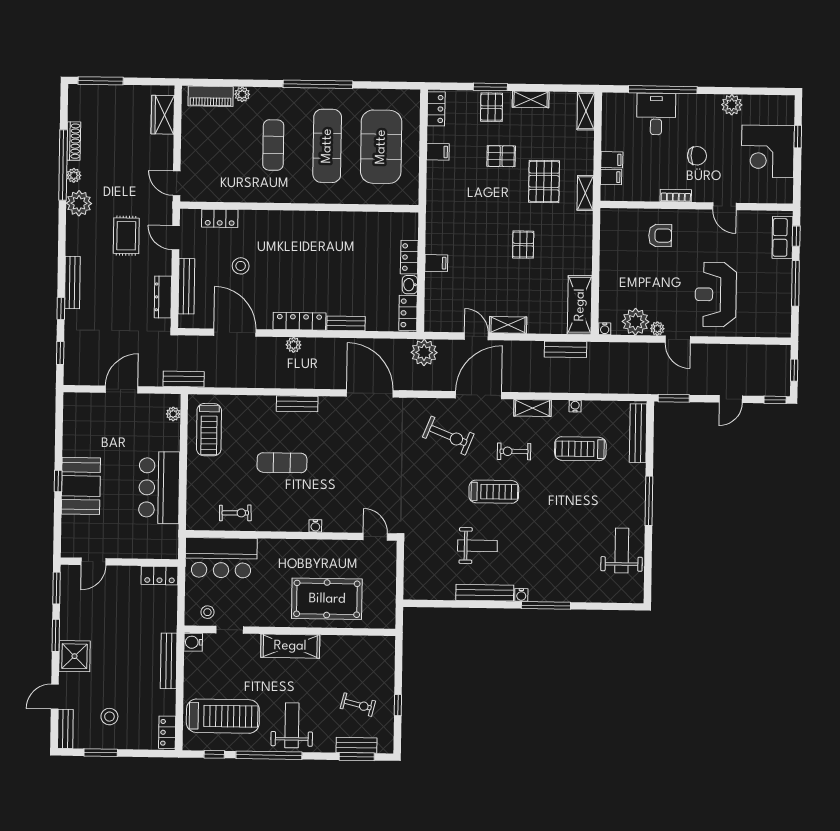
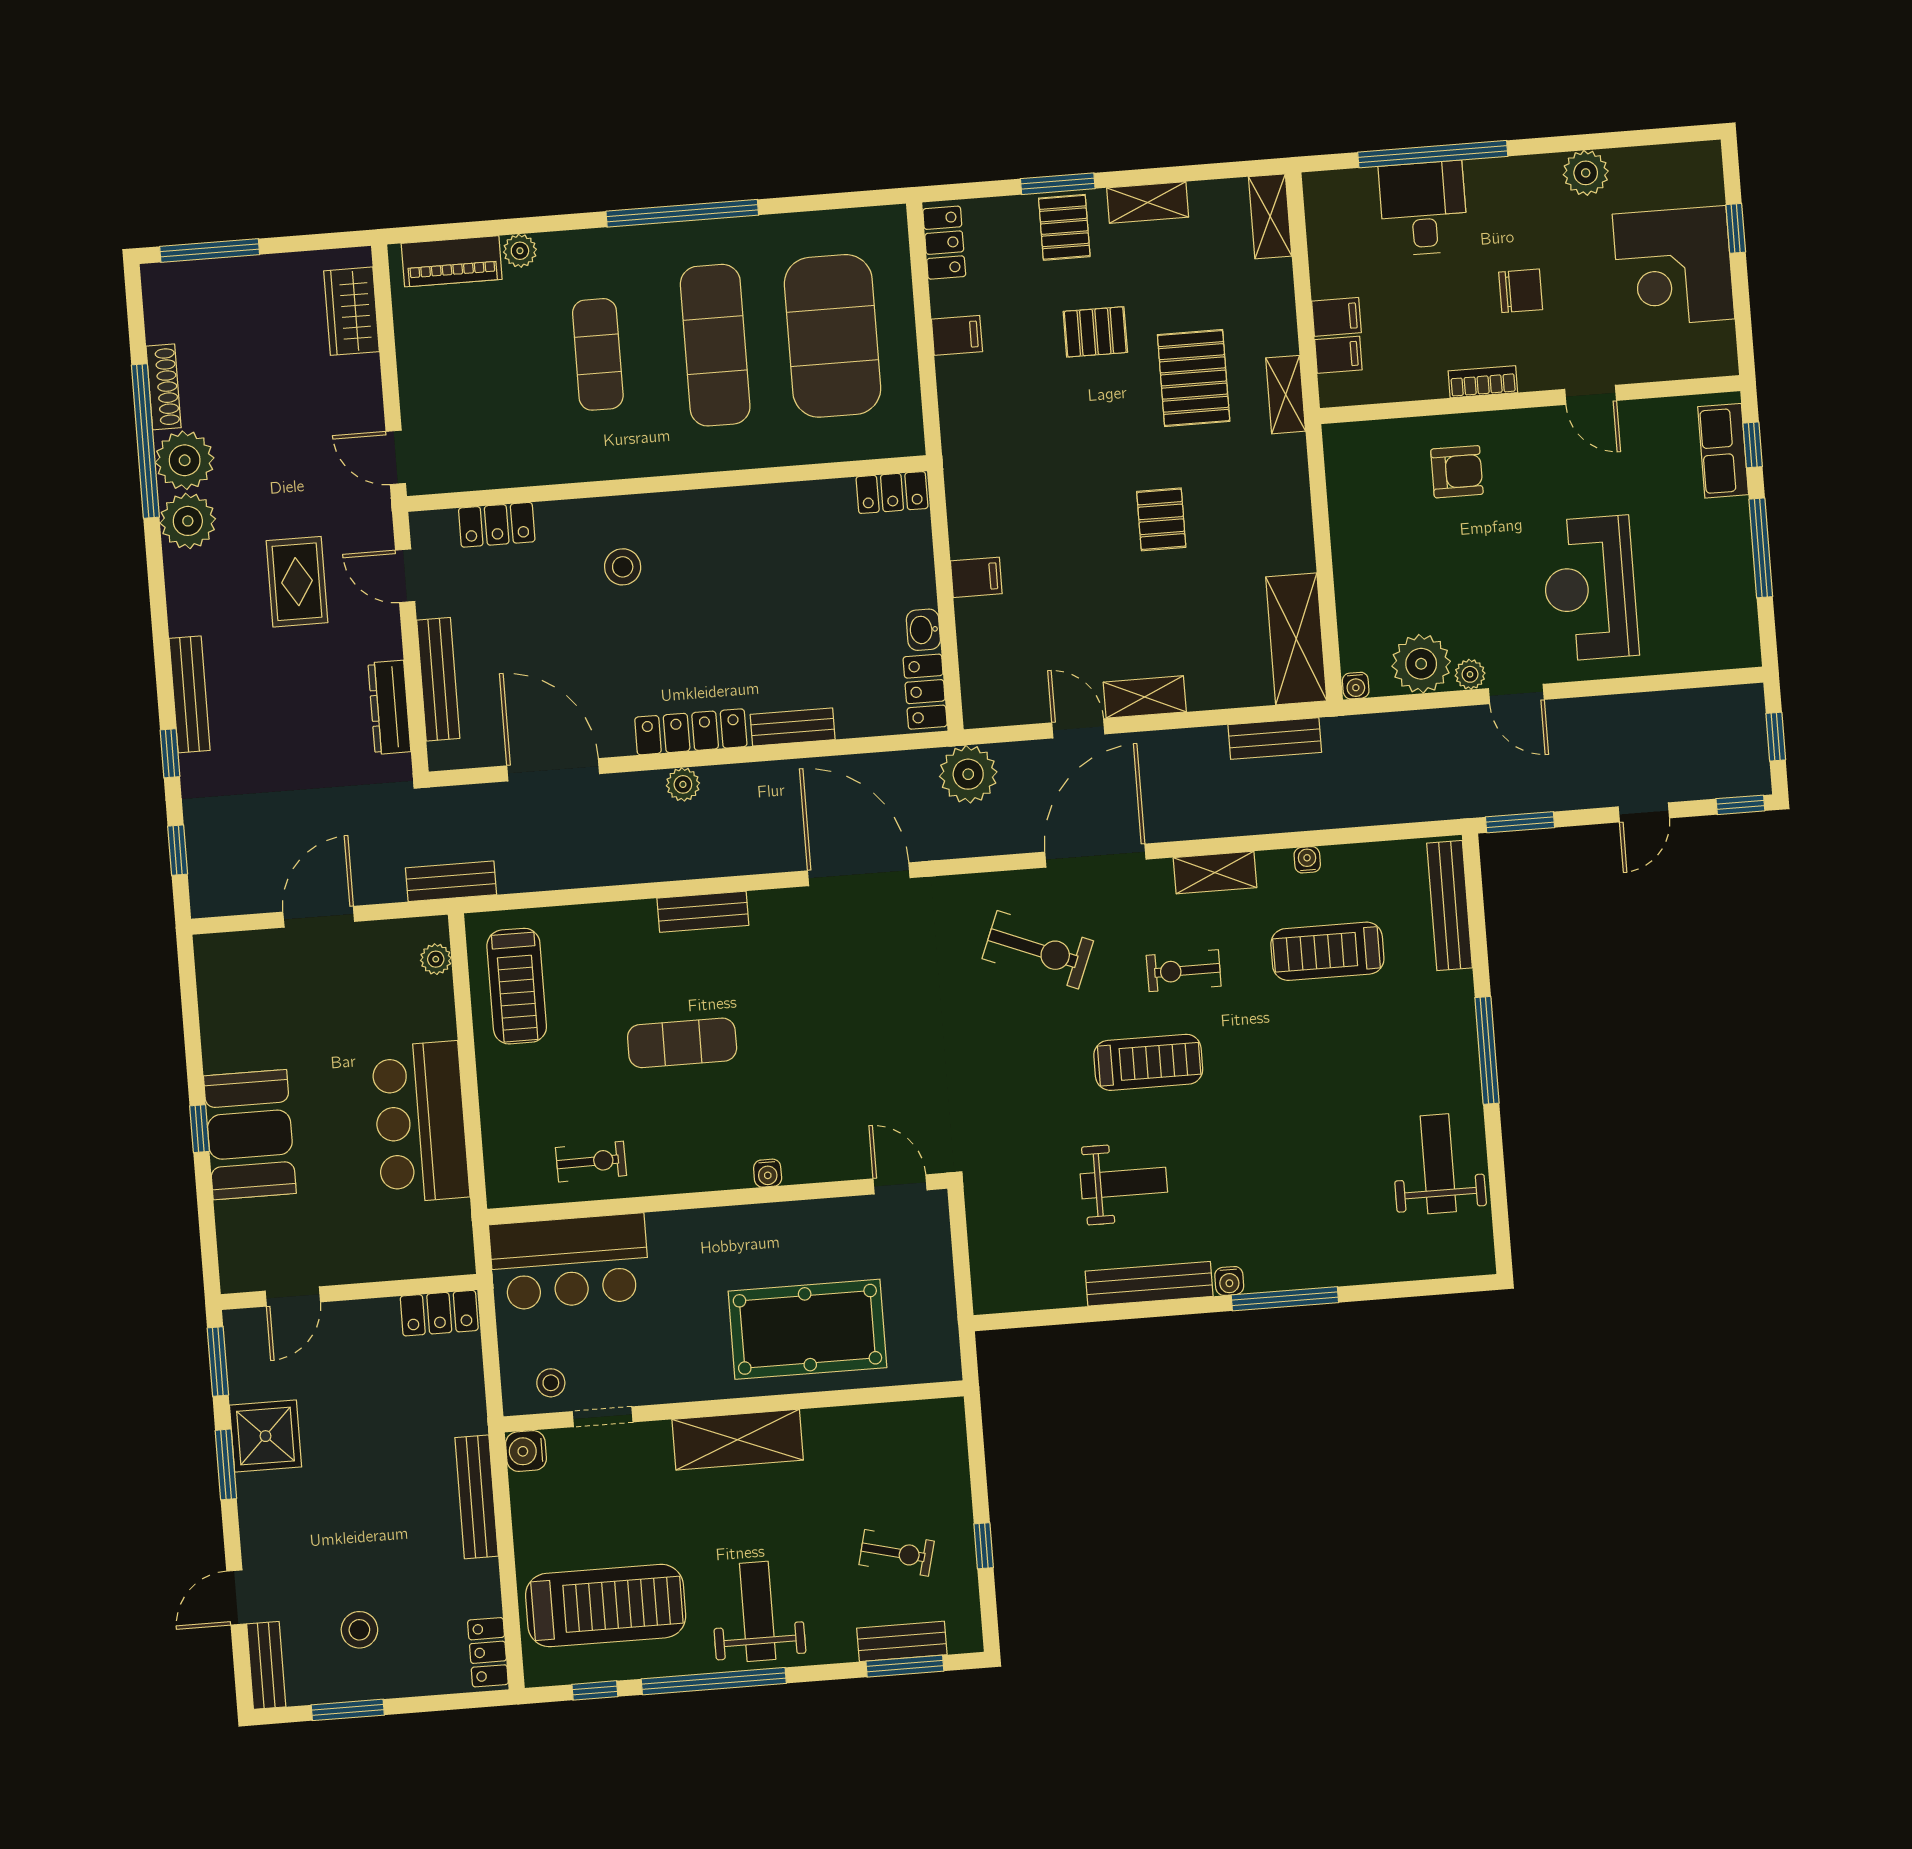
plant: (74, 175) -> (185, 460), width x1.87, depth x1.87
locker: (409, 257) -> (892, 493), moved, turned -90
stool: (241, 266) -> (623, 567), moved
shower: (74, 656) -> (266, 1436), moved

